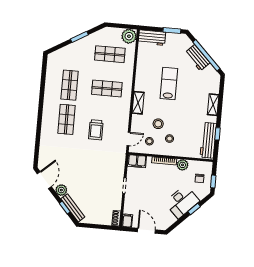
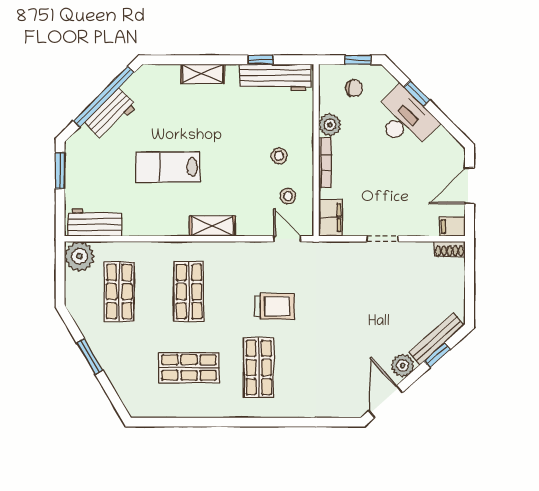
workbench: (152, 38) -> (95, 222), moved, turned -90
shop shelf: (67, 119) -> (259, 368), turned 90
stool: (158, 124) -> (251, 182), removed
door: (44, 180) -> (386, 402), hinge flipped

